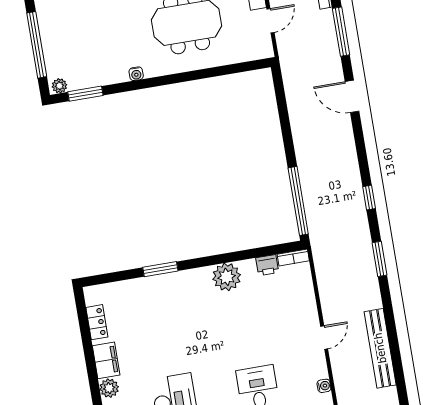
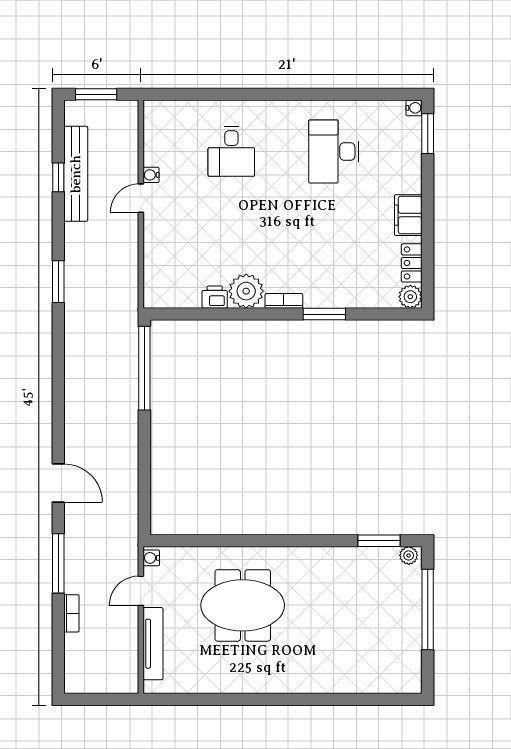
water cooler: (136, 74) -> (151, 558), moved, turned -90
window: (369, 198) -> (58, 177), moved
bookcase: (293, 257) -> (284, 301), moved
printer: (267, 265) -> (215, 297), moved
water cooler: (324, 386) -> (151, 175), moved
plant: (109, 388) -> (410, 297), moved

